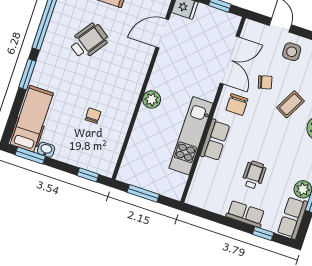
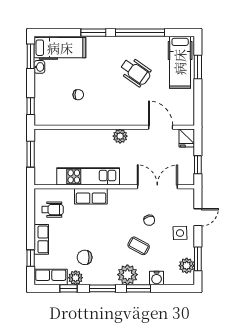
double door: (230, 60) -> (157, 187), swing flipped
plant: (152, 99) -> (120, 136), moved
chair: (237, 105) -> (85, 257), moved
wheelchair: (254, 175) -> (53, 210), moved

